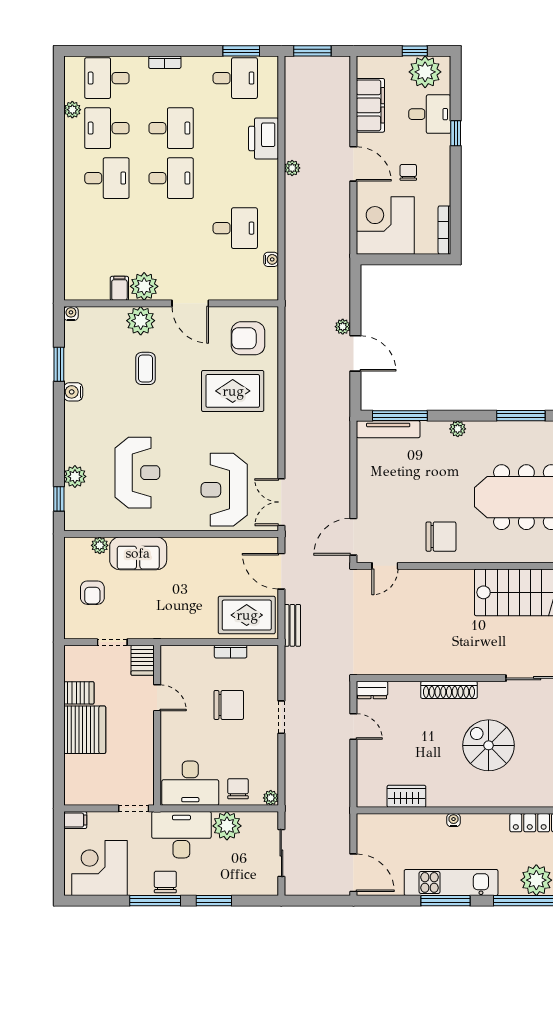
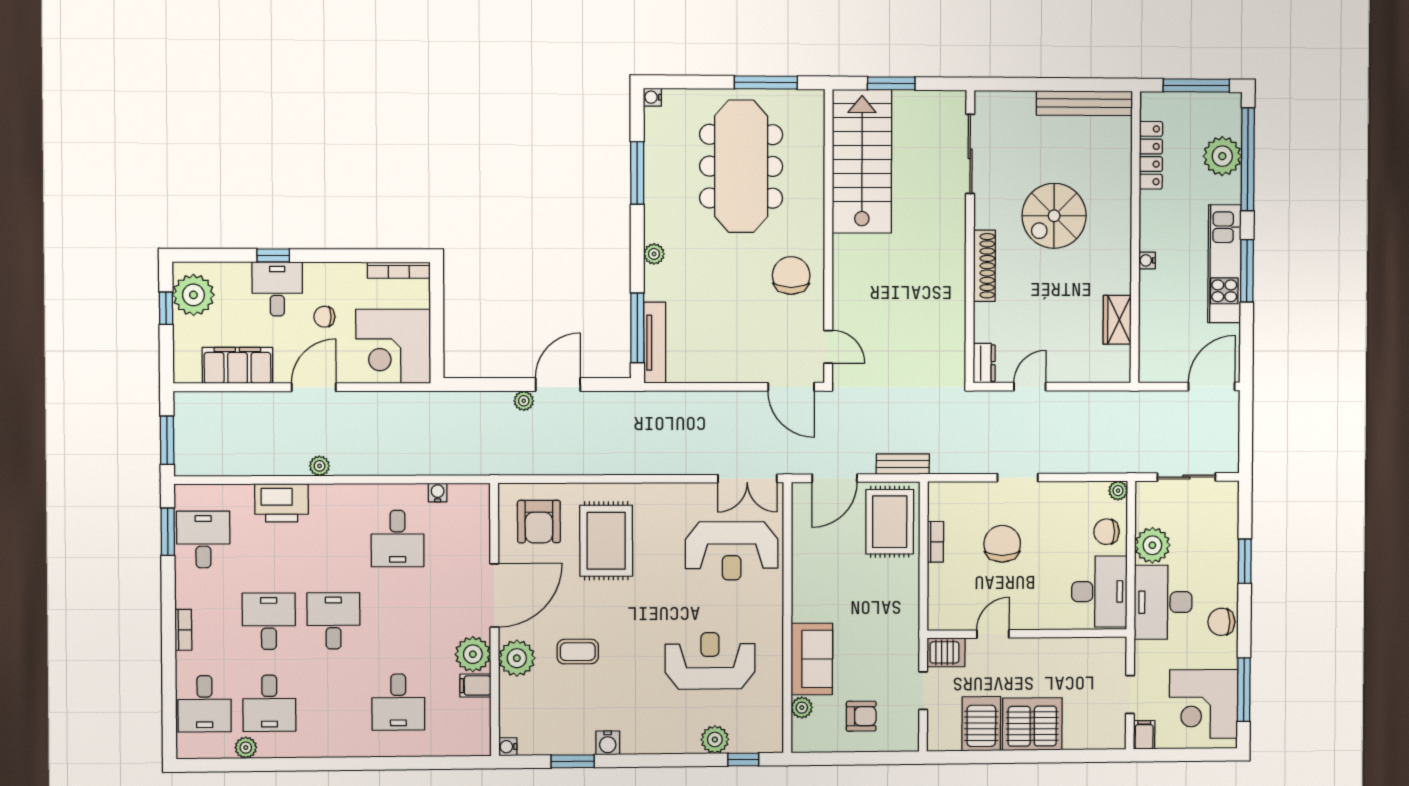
desk: (430, 114) -> (277, 289), moved
desk: (107, 178) -> (398, 702), moved, turned 180
desk: (235, 228) -> (398, 539), turned 180
door: (190, 303) -> (494, 595), width x1.36
server rack: (79, 693) -> (981, 724), width x1.36, depth x1.44
doorway: (134, 808) -> (1130, 695), moved
window: (155, 901) -> (1244, 690), moved

